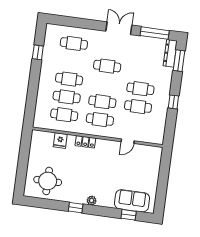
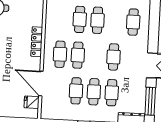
cafe table: (64, 115) -> (112, 93), moved
fridge: (60, 141) -> (32, 102), moved
door: (128, 141) -> (41, 84), width x1.88
locker: (85, 142) -> (37, 42), width x1.53

